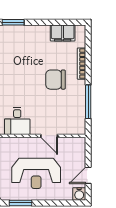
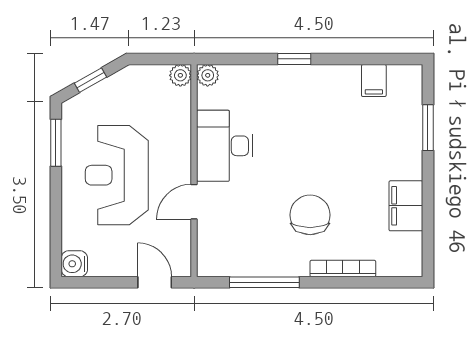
filing cabinet: (63, 33) -> (406, 206), moved
desk: (17, 121) -> (225, 146), width x1.37
door: (88, 175) -> (155, 282), moved

